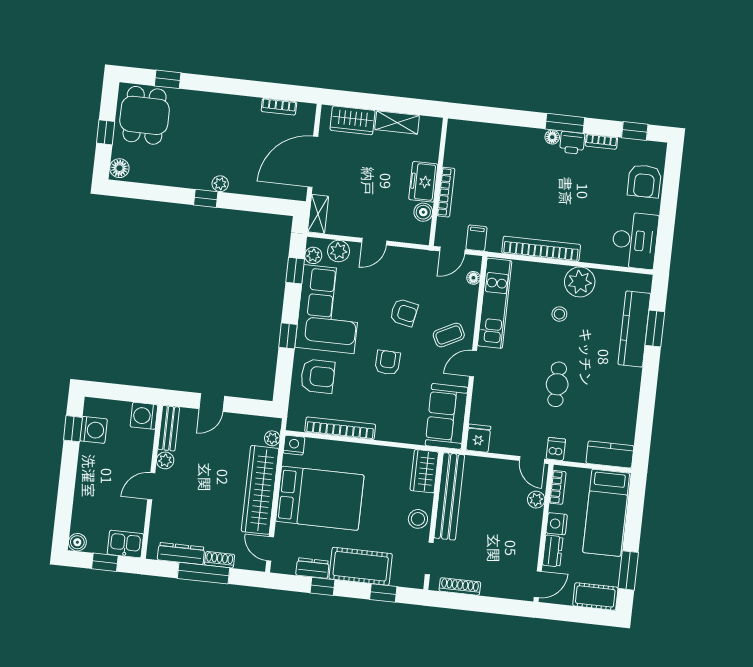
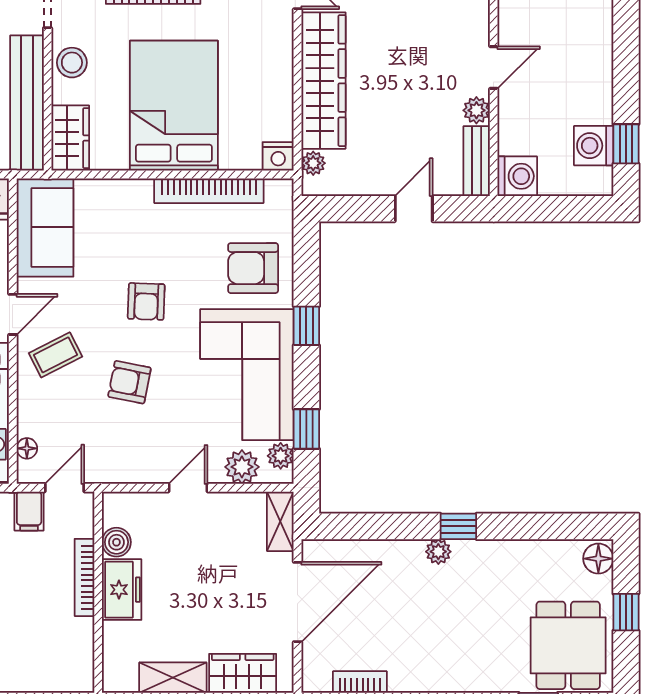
bed: (320, 498) -> (174, 106), moved, turned 90

